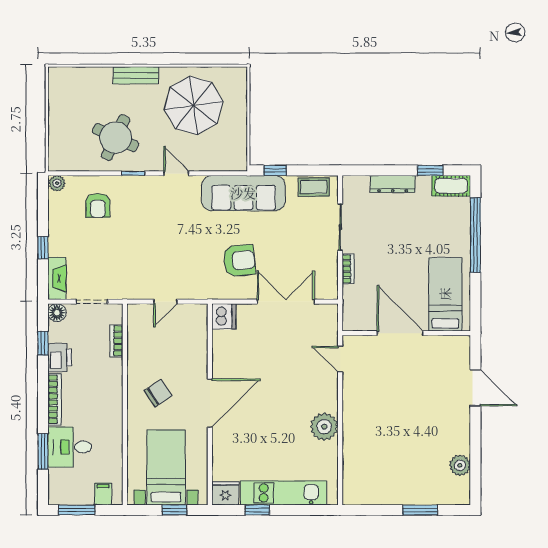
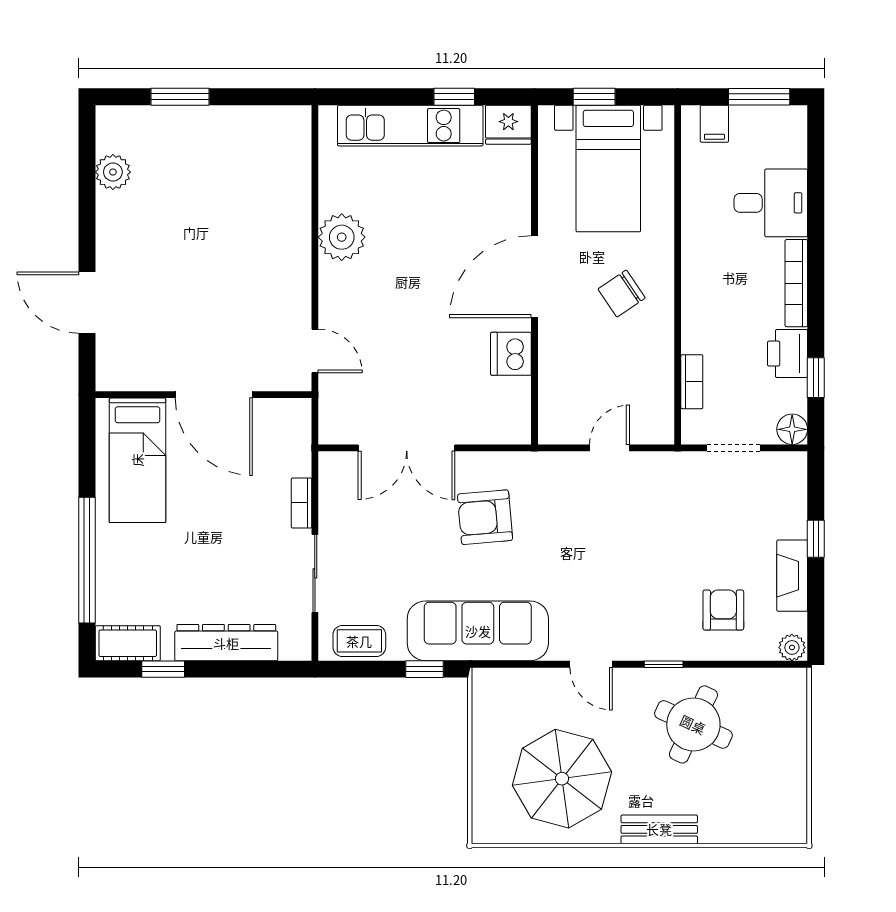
dresser: (393, 184) -> (226, 643), width x1.37, depth x1.24
fireplace: (57, 278) -> (792, 576), moved
dishwasher: (224, 316) -> (511, 354), moved
window: (43, 451) -> (816, 195), removed

